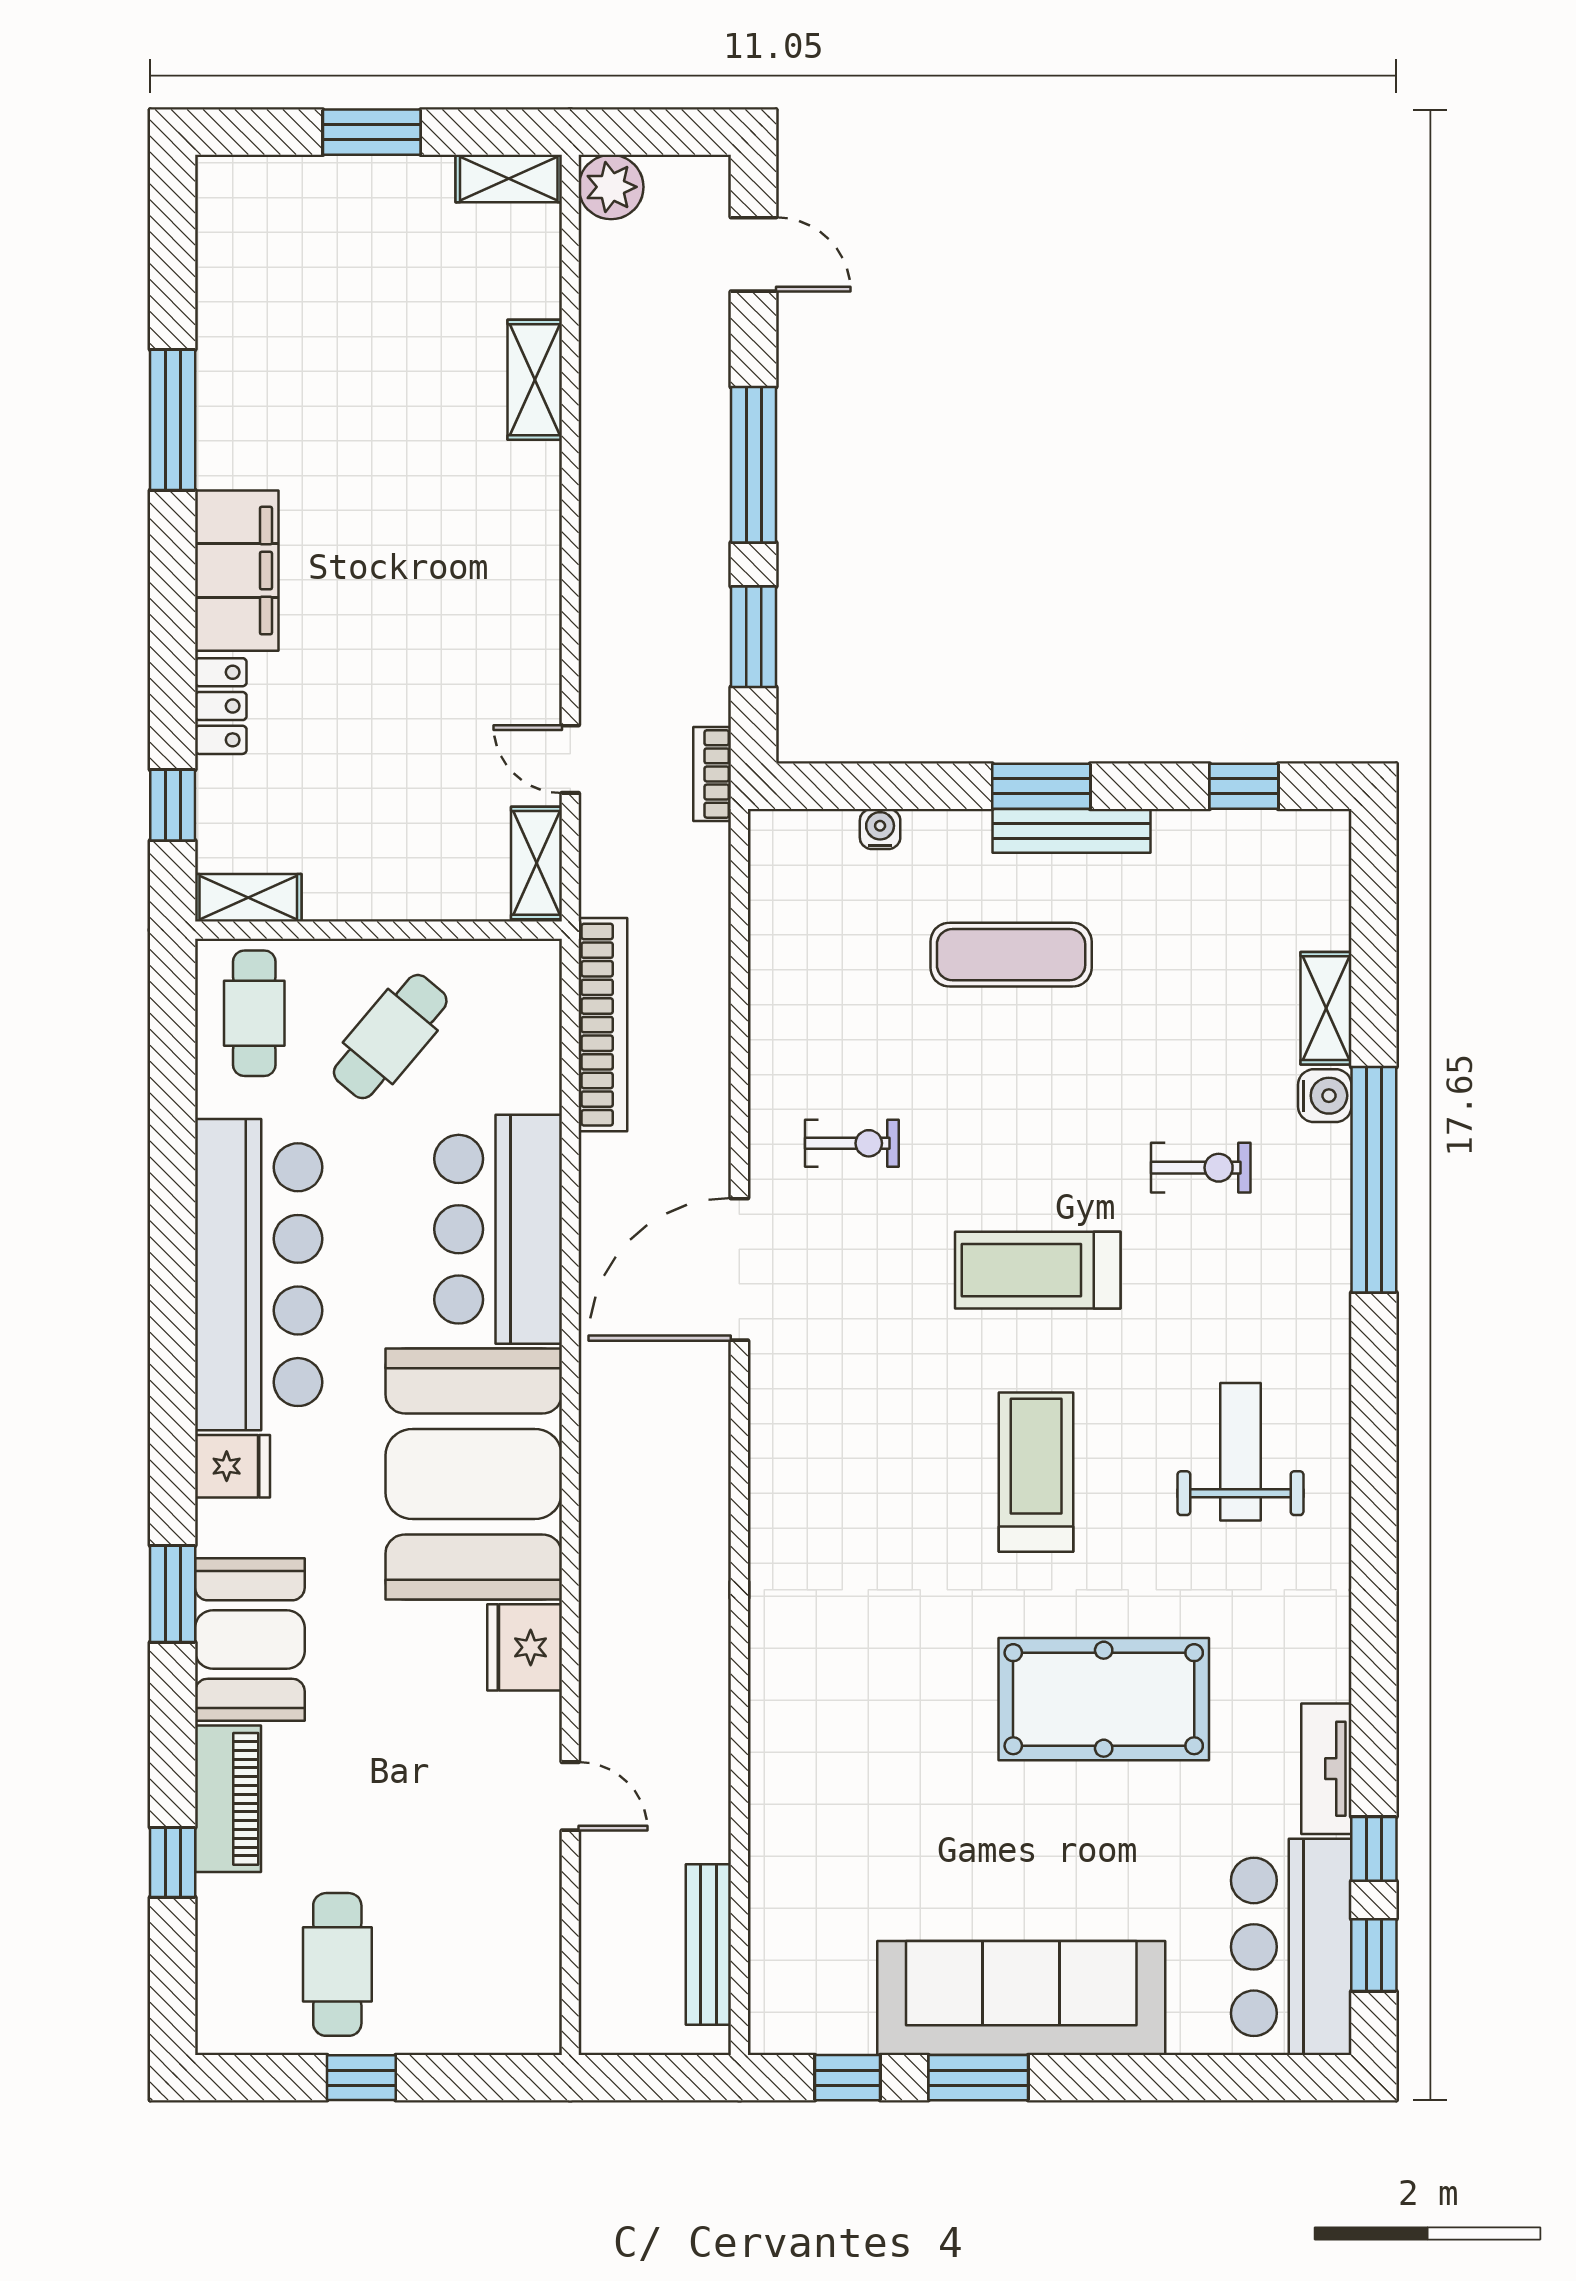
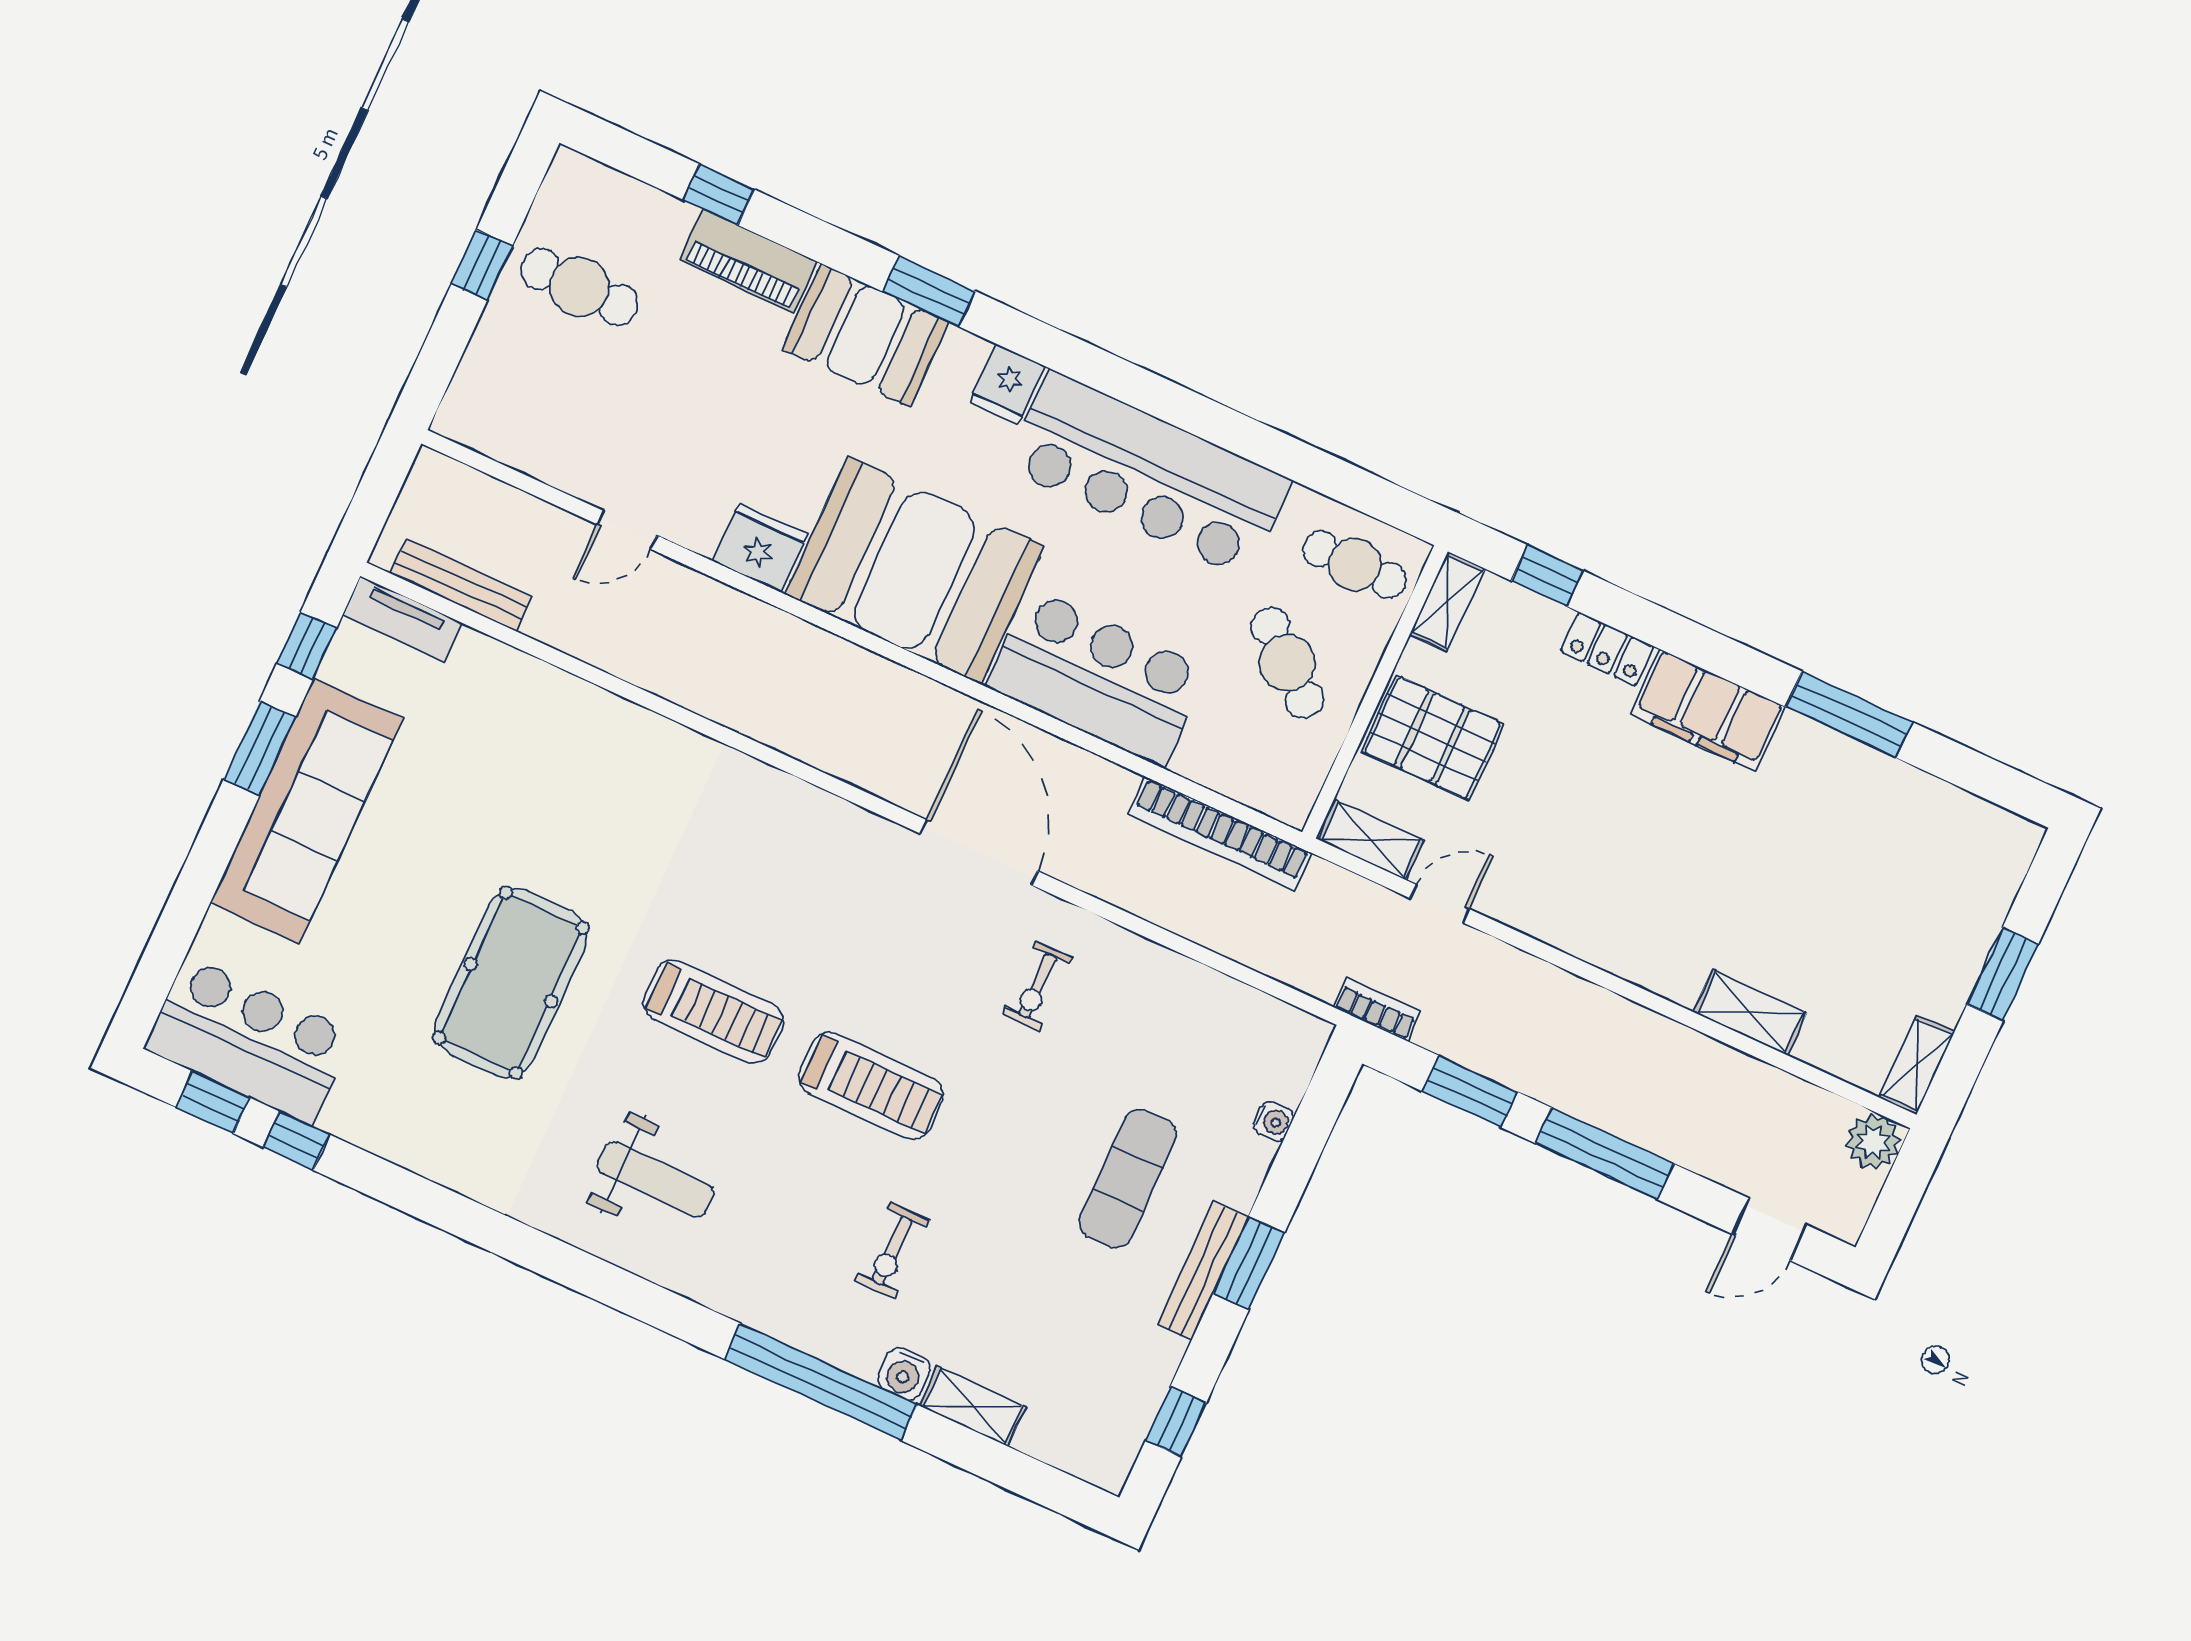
pallet: (399, 847) -> (1432, 738), added
treadmill: (1038, 1270) -> (871, 1086), turned 90
tv unit: (1326, 1769) -> (403, 619), moved, turned 180

